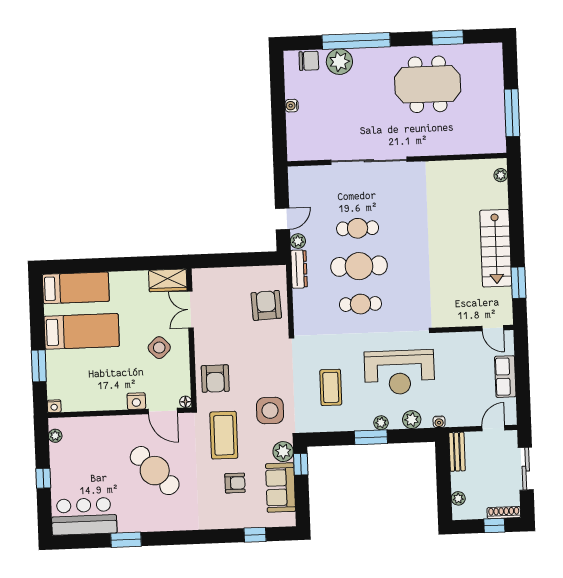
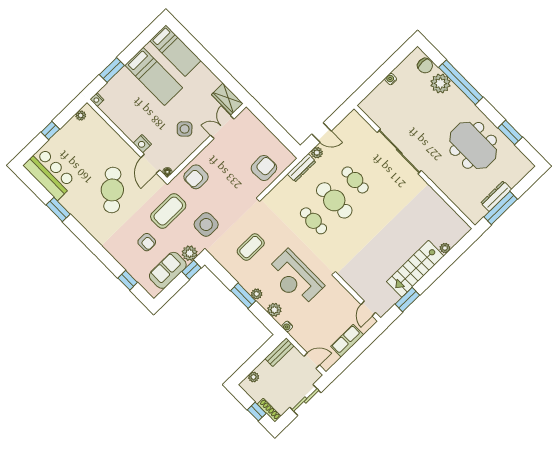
dresser: (497, 107) -> (496, 196), added
plant: (501, 175) -> (445, 248), moved

